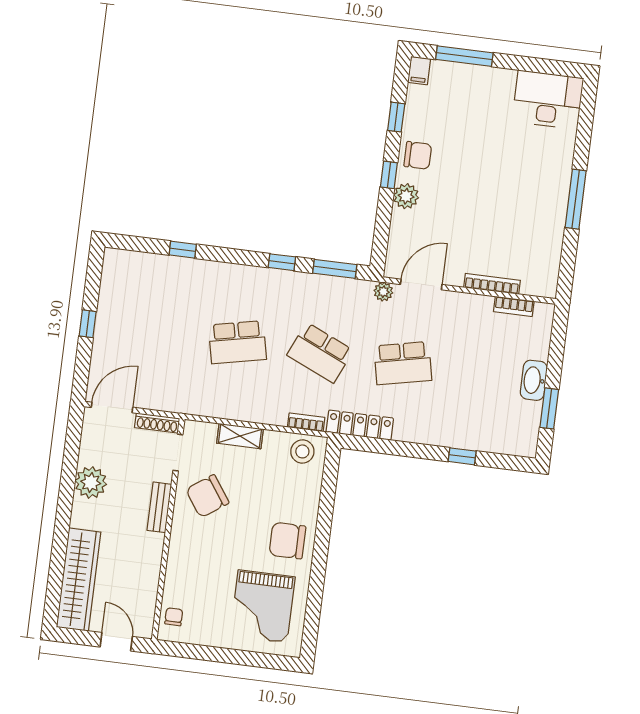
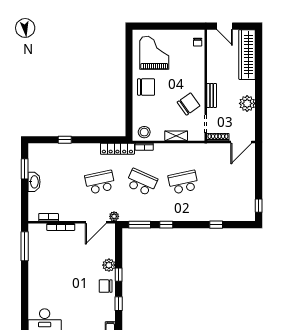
window: (576, 199) -> (25, 246), moved
window: (88, 324) -> (259, 206), moved

